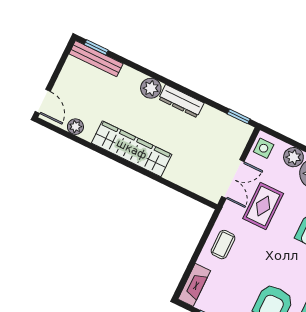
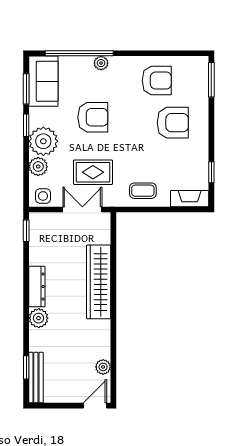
window: (96, 47) -> (26, 367), moved
wardrobe: (132, 149) -> (99, 282), moved

